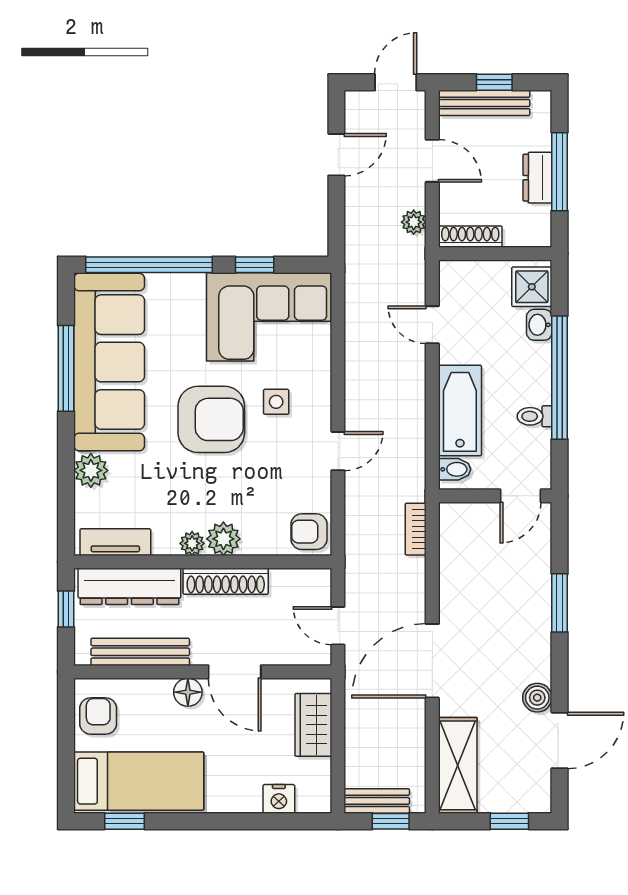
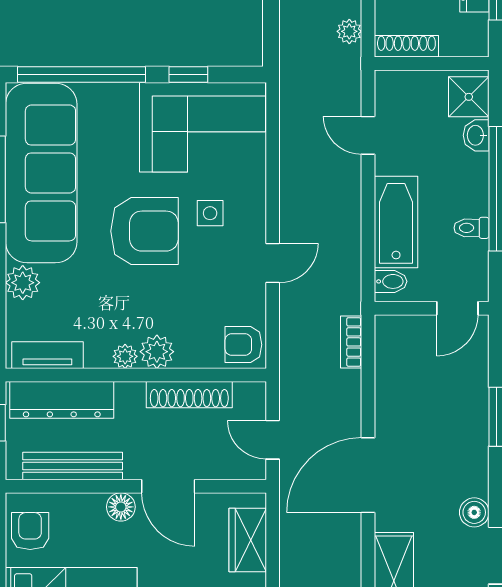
shoe rack: (226, 581) -> (189, 395), moved

